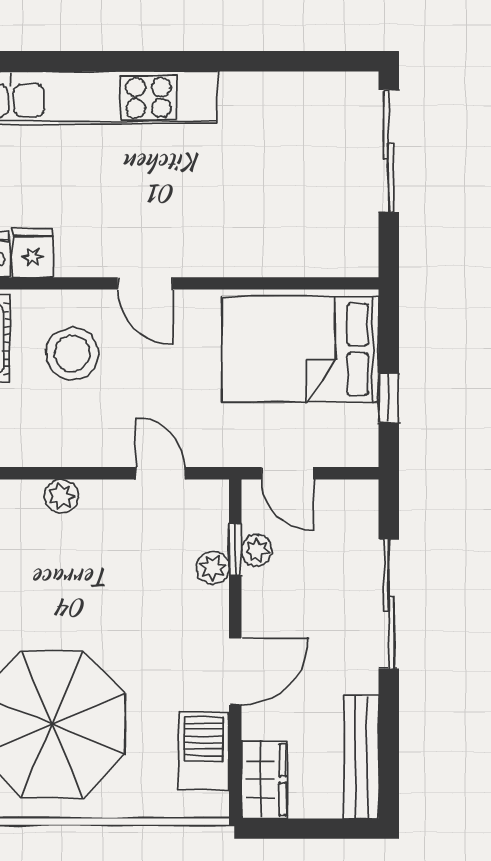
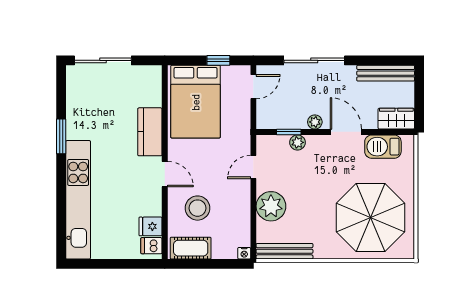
window: (226, 61) -> (61, 136), added
kitchen counter: (236, 252) -> (150, 132), added
door: (145, 283) -> (165, 174), hinge flipped
door: (287, 473) -> (253, 87), moved
plant: (61, 496) -> (271, 206), width x1.88, depth x1.88
plant: (257, 550) -> (315, 122), moved

